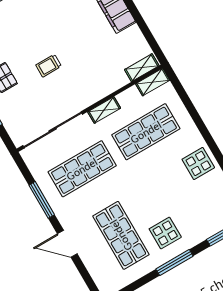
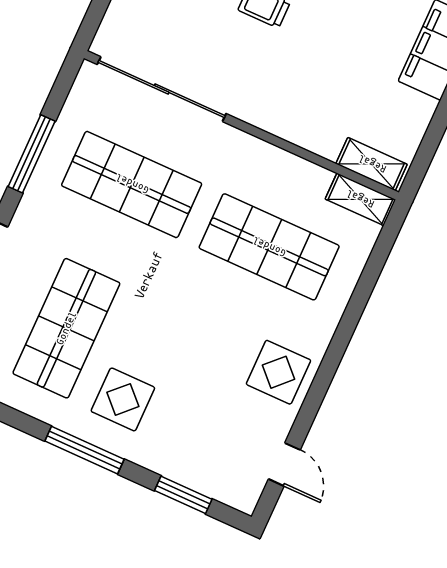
shelving: (104, 110) -> (256, 151), removed

